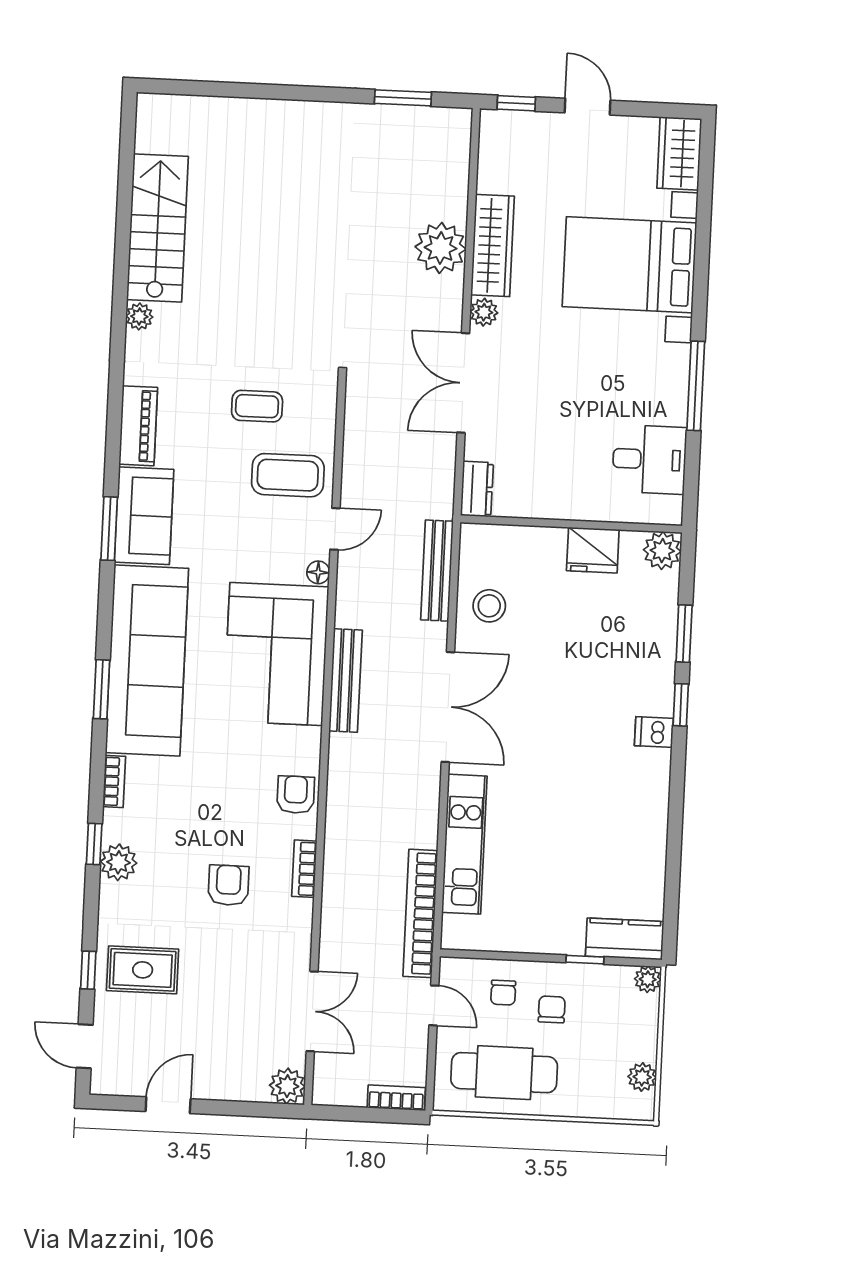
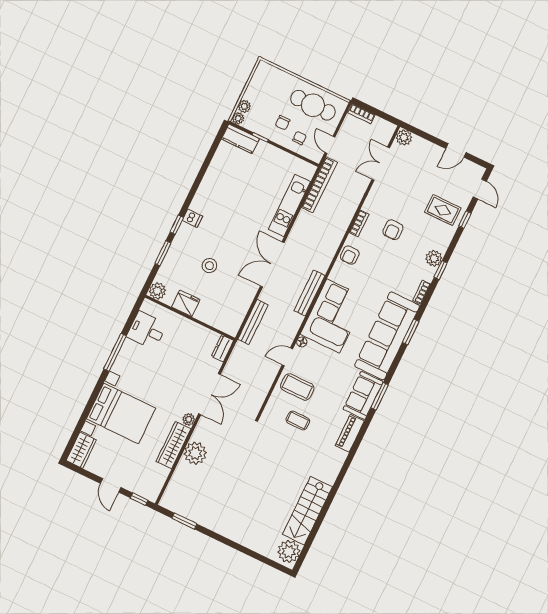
plant: (139, 316) -> (289, 551), moved, width x1.88, depth x1.88
stool: (489, 606) -> (209, 266), moved
plant: (642, 1077) -> (244, 106), moved

